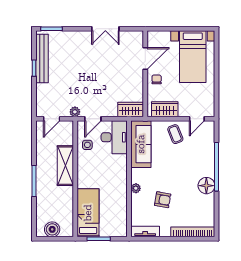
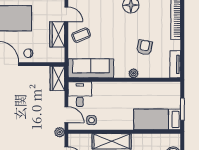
wardrobe: (165, 109) -> (57, 34), moved
desk: (114, 137) -> (80, 94), width x0.73

